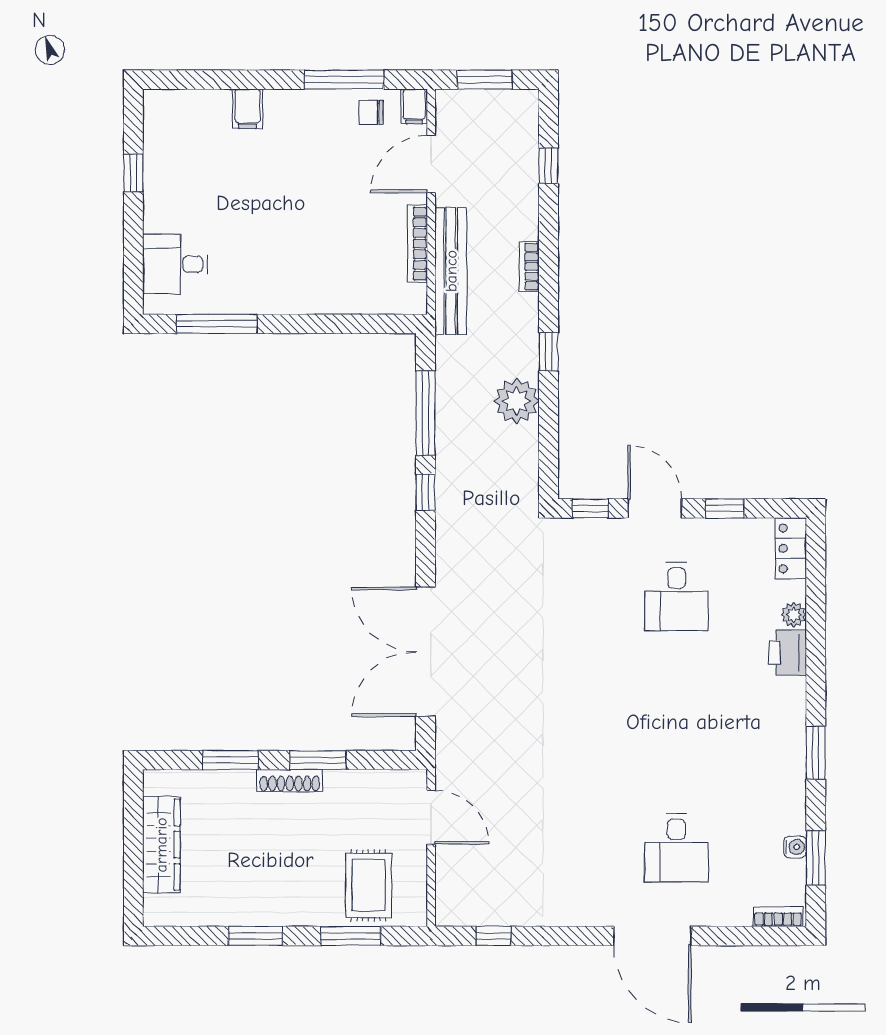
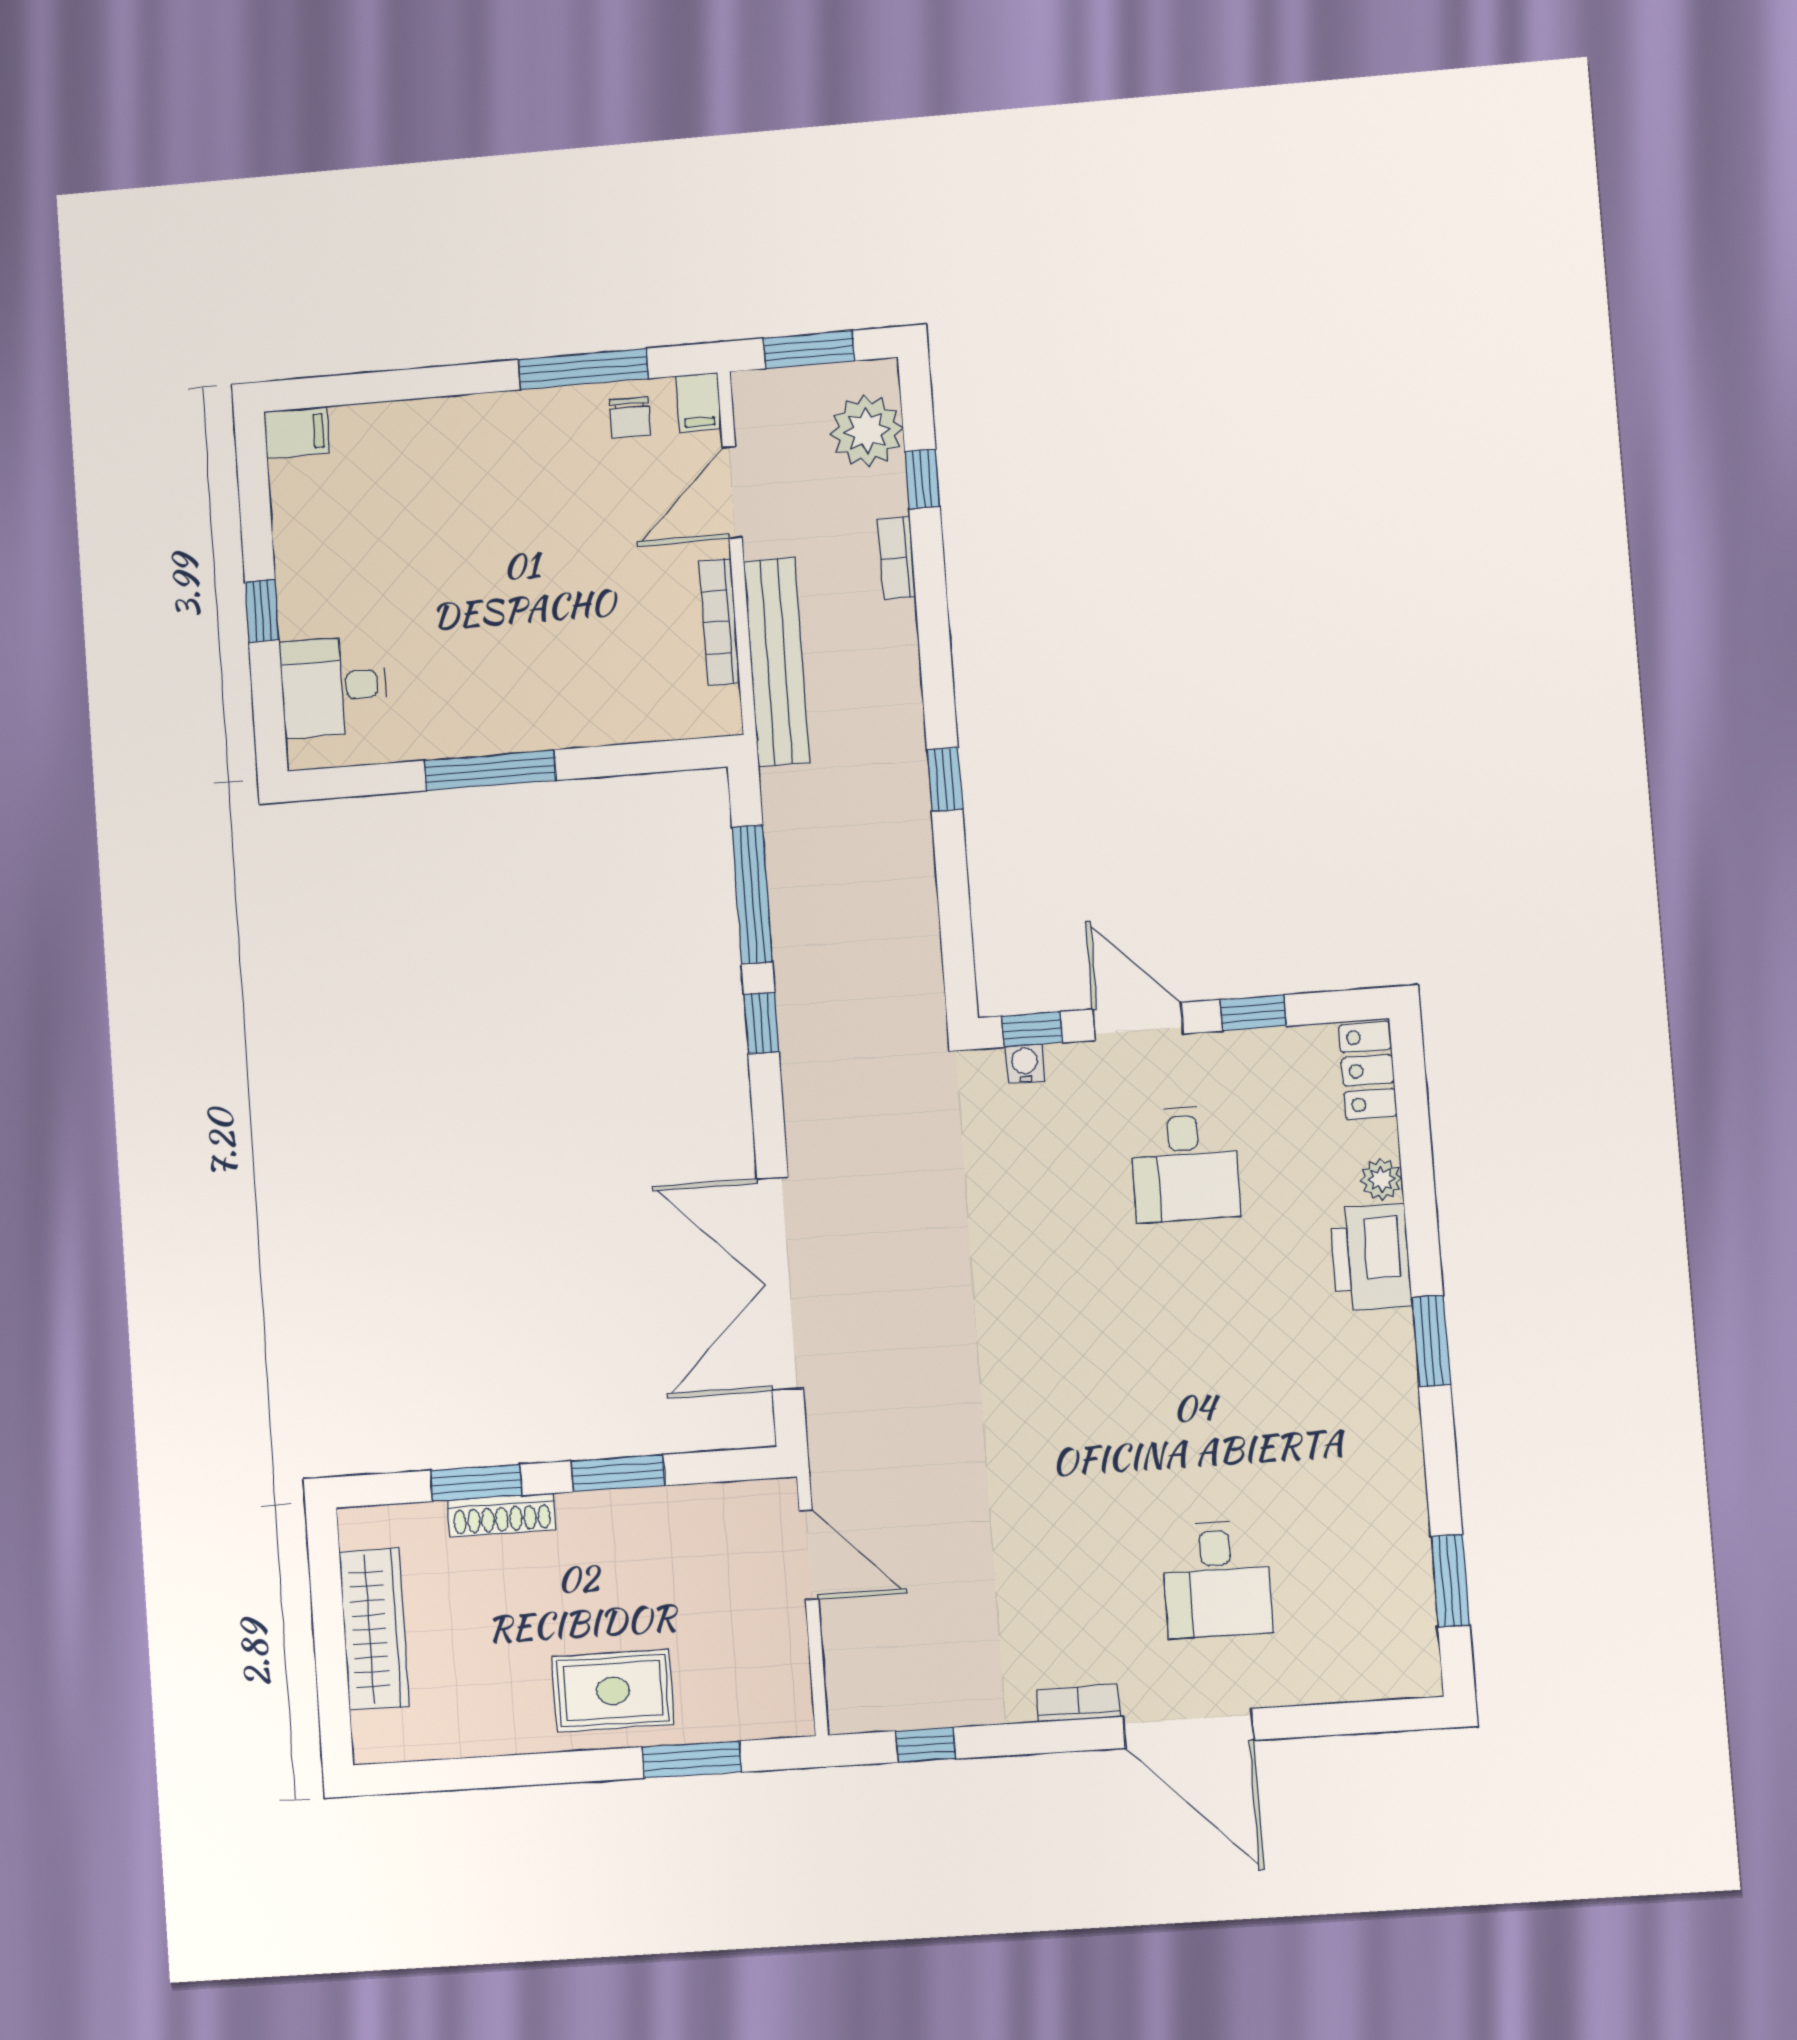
filing cabinet: (247, 109) -> (297, 433), moved, turned -90
chair: (371, 112) -> (630, 417), turned -90
window: (133, 173) -> (262, 611), moved
bookcase: (529, 267) -> (897, 558), moved
window: (217, 324) -> (490, 770), moved
plant: (517, 401) -> (867, 431), moved
printer: (788, 653) -> (1371, 1257), width x1.37, depth x1.19
window: (816, 753) -> (1431, 1341), moved
shoe rack: (290, 781) -> (502, 1515), moved
water cooler: (795, 847) -> (1025, 1064), moved, turned -90
rug: (368, 885) -> (613, 1691), moved, turned 90
bookcase: (778, 917) -> (1078, 1703), moved
window: (255, 936) -> (536, 1769), removed

